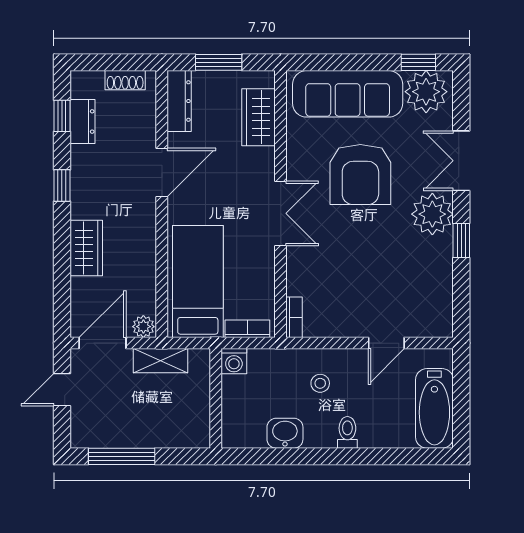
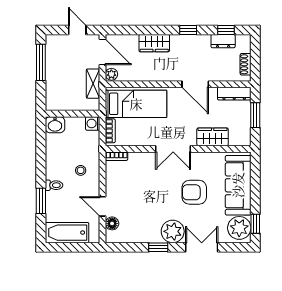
wardrobe: (259, 117) -> (213, 137), moved
armchair: (360, 174) -> (194, 192), width x0.73, depth x0.73
floor lamp: (418, 326) -> (112, 223), added
washbasin: (285, 433) -> (55, 125), moved, turned 90
window: (376, 456) -> (41, 201), added

